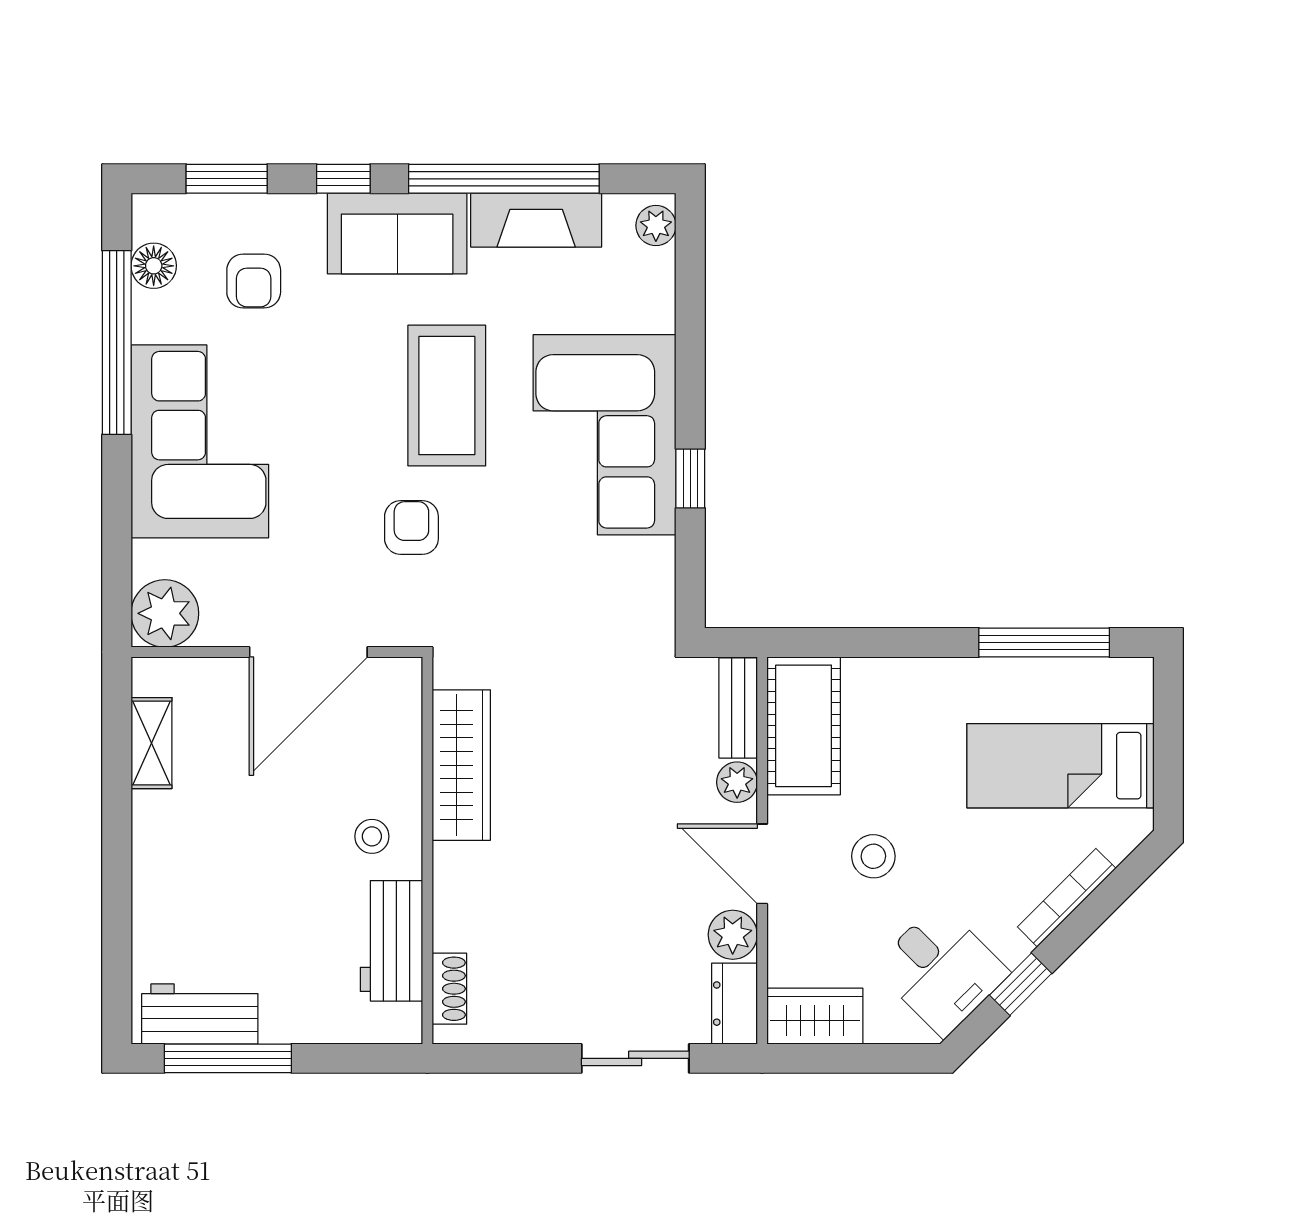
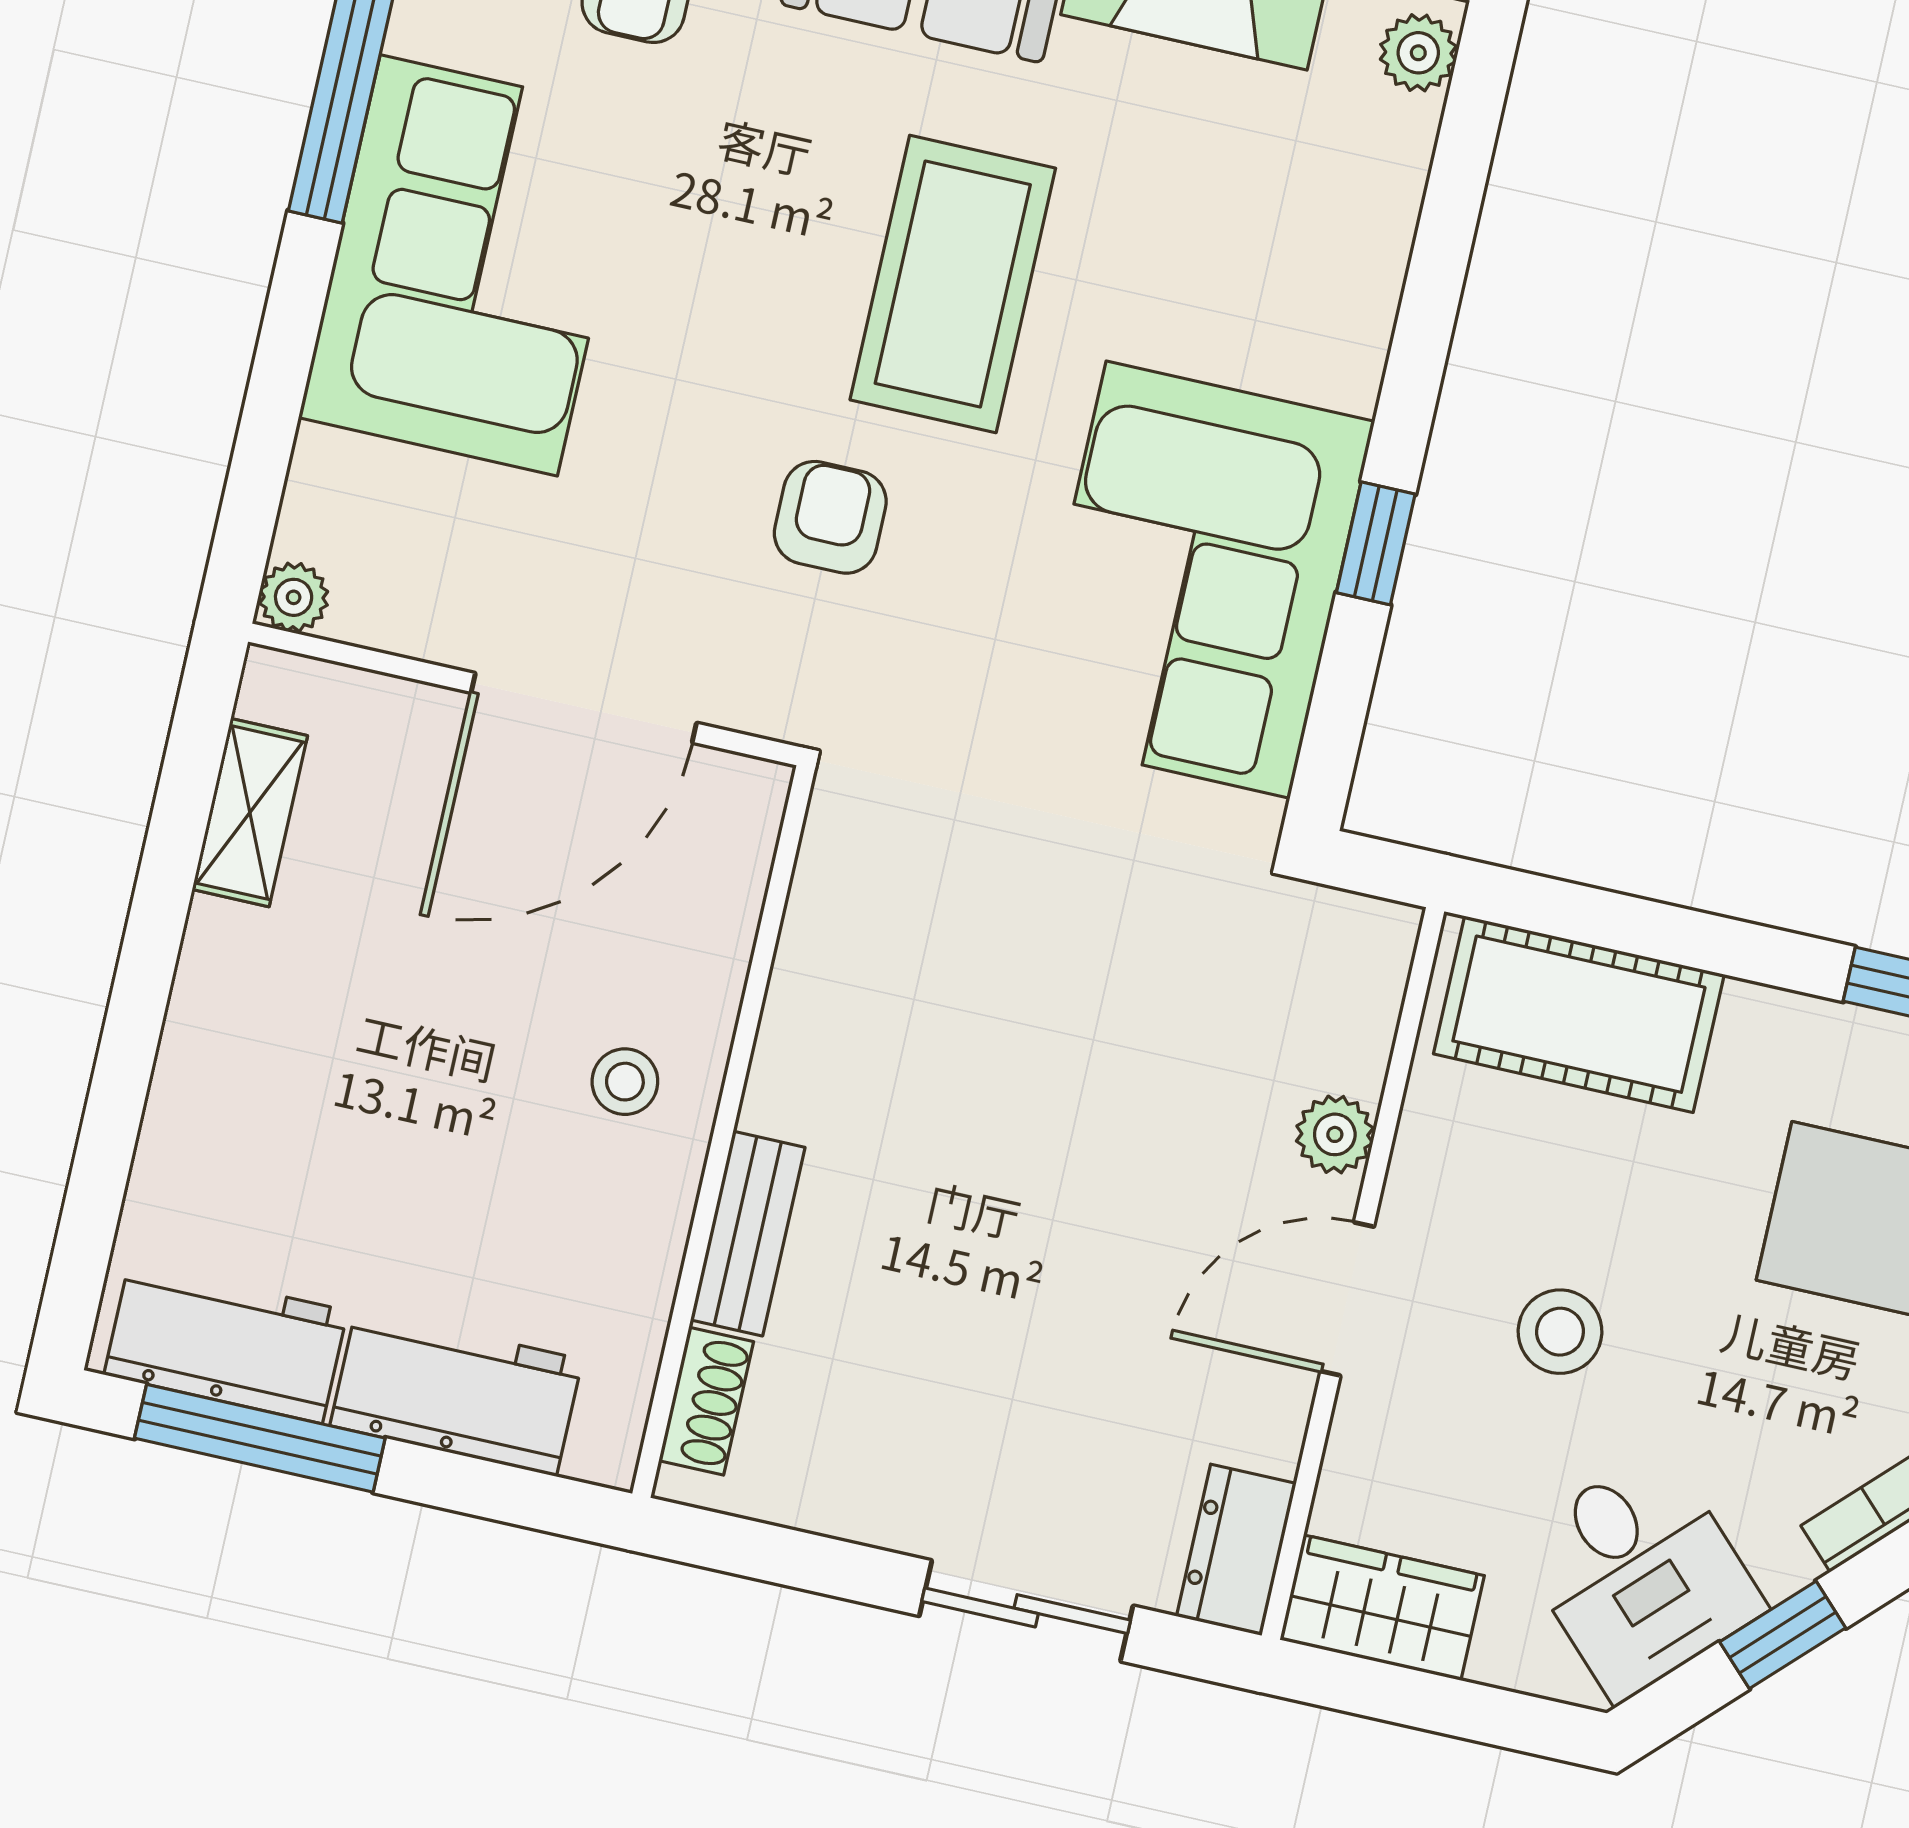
corner sofa: (605, 435) -> (1198, 580), moved
plant: (165, 613) -> (294, 597), width x0.53, depth x0.53
bench: (738, 708) -> (748, 1234), moved
cot: (804, 726) -> (1579, 1014), moved, turned 90
wardrobe: (461, 765) -> (823, 985), removed
door: (762, 864) -> (1347, 1299), hinge flipped
plant: (733, 935) -> (1262, 1420), removed
workbench: (392, 941) -> (456, 1392), moved, turned 90

